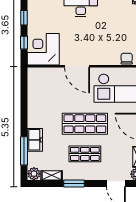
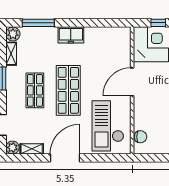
freezer: (35, 140) -> (71, 35), moved

